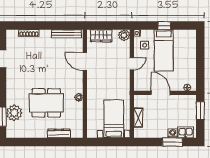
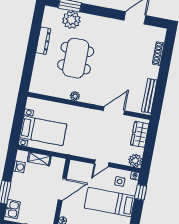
window: (164, 26) -> (141, 192), moved
door: (132, 64) -> (102, 163), hinge flipped
dresser: (59, 133) -> (43, 41), moved
washing machine: (173, 133) -> (19, 167), moved

